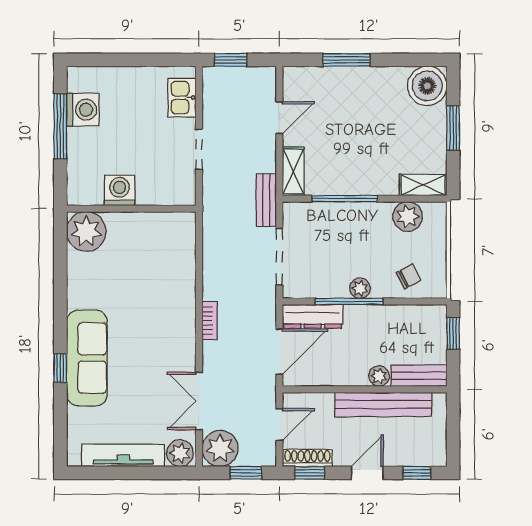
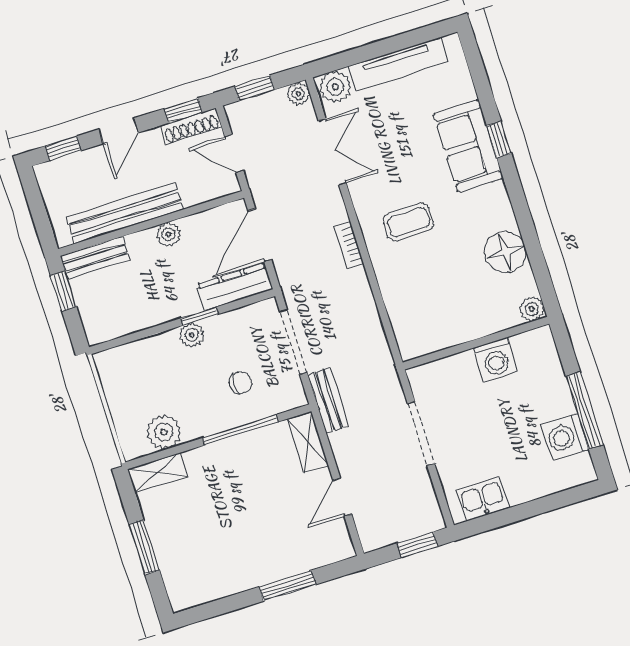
boiler: (427, 86) -> (188, 585), removed
kitchen sink: (182, 98) -> (483, 499), moved, turned -90
doorway: (199, 149) -> (421, 434), width x1.38
plant: (86, 231) -> (532, 309), width x0.53, depth x0.53
floor lamp: (84, 275) -> (505, 252), added
chair: (409, 276) -> (241, 383), moved, turned -153
window: (349, 301) -> (199, 316), width x0.46
coffee table: (155, 324) -> (408, 222), added
window: (453, 334) -> (64, 291), moved
sofa: (87, 358) -> (468, 146), width x0.73
plant: (379, 376) -> (168, 234), moved
door: (279, 425) -> (234, 154), hinge flipped
plant: (220, 449) -> (298, 94), width x0.53, depth x0.53

